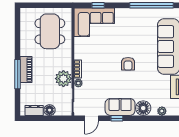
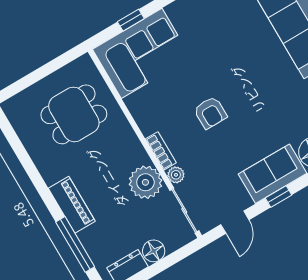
dining table: (50, 31) -> (74, 114), width x0.73
armchair: (128, 64) -> (210, 113), moved
window: (18, 74) -> (75, 244), moved

